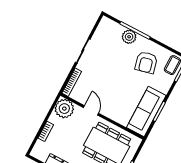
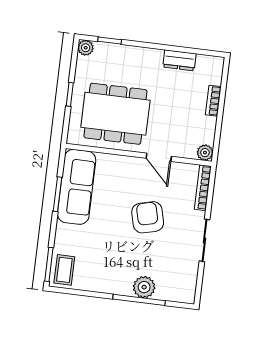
armchair: (146, 62) -> (148, 217), moved
plant: (64, 109) -> (205, 153), width x0.53, depth x0.53

